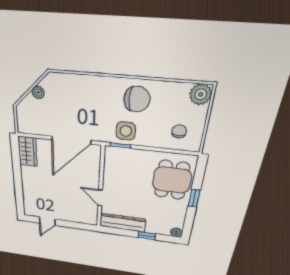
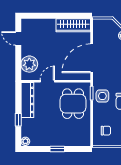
door: (71, 140) -> (92, 58), hinge flipped
wardrobe: (28, 151) -> (73, 25), width x1.50
dining table: (172, 180) -> (73, 104), moved, turned 90
plant: (78, 214) -> (29, 64), added

